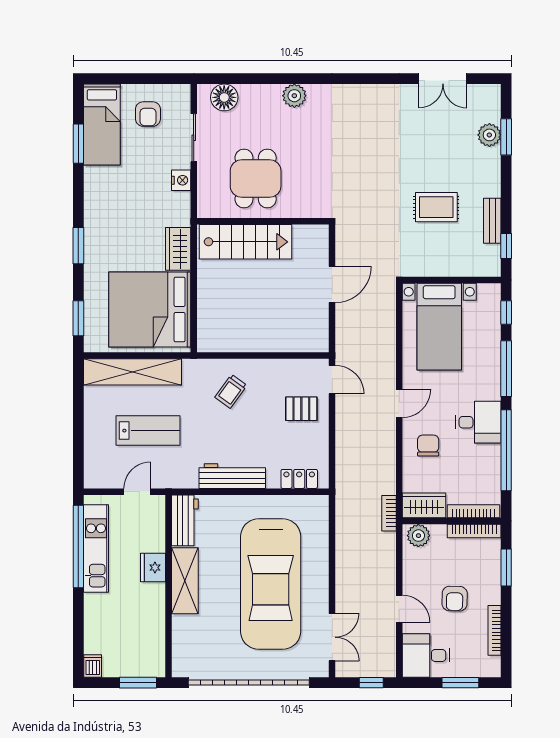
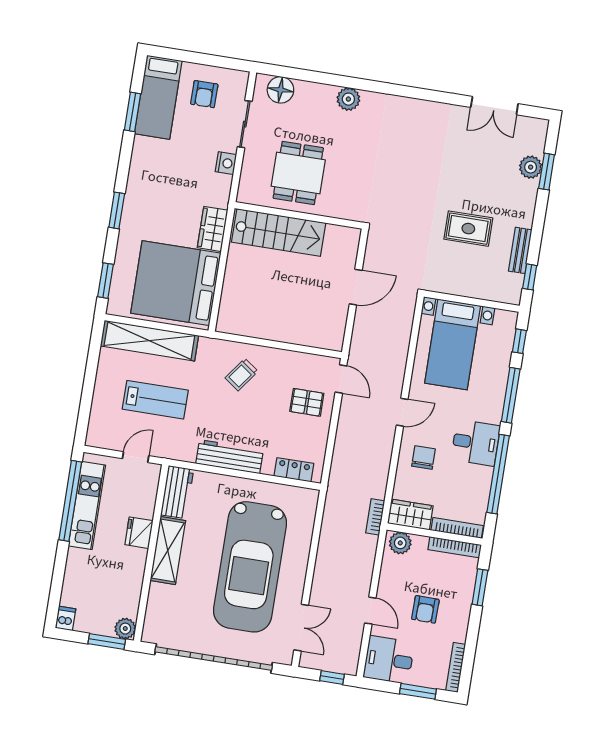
bookcase: (495, 630) -> (456, 667), moved
plant: (155, 667) -> (125, 629), added

